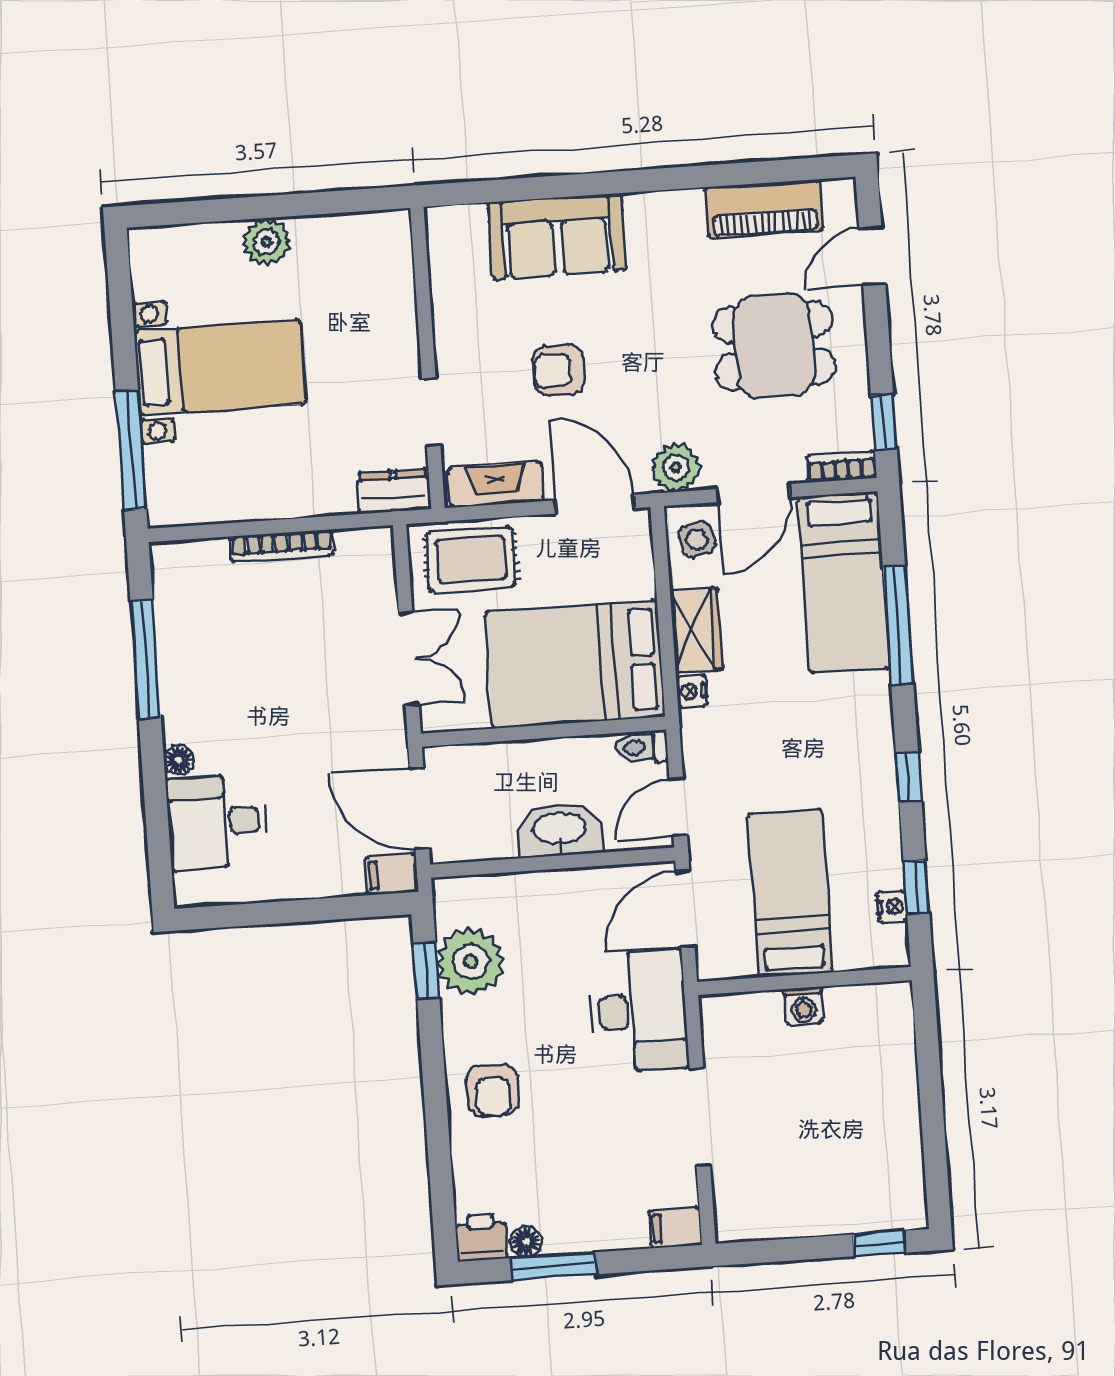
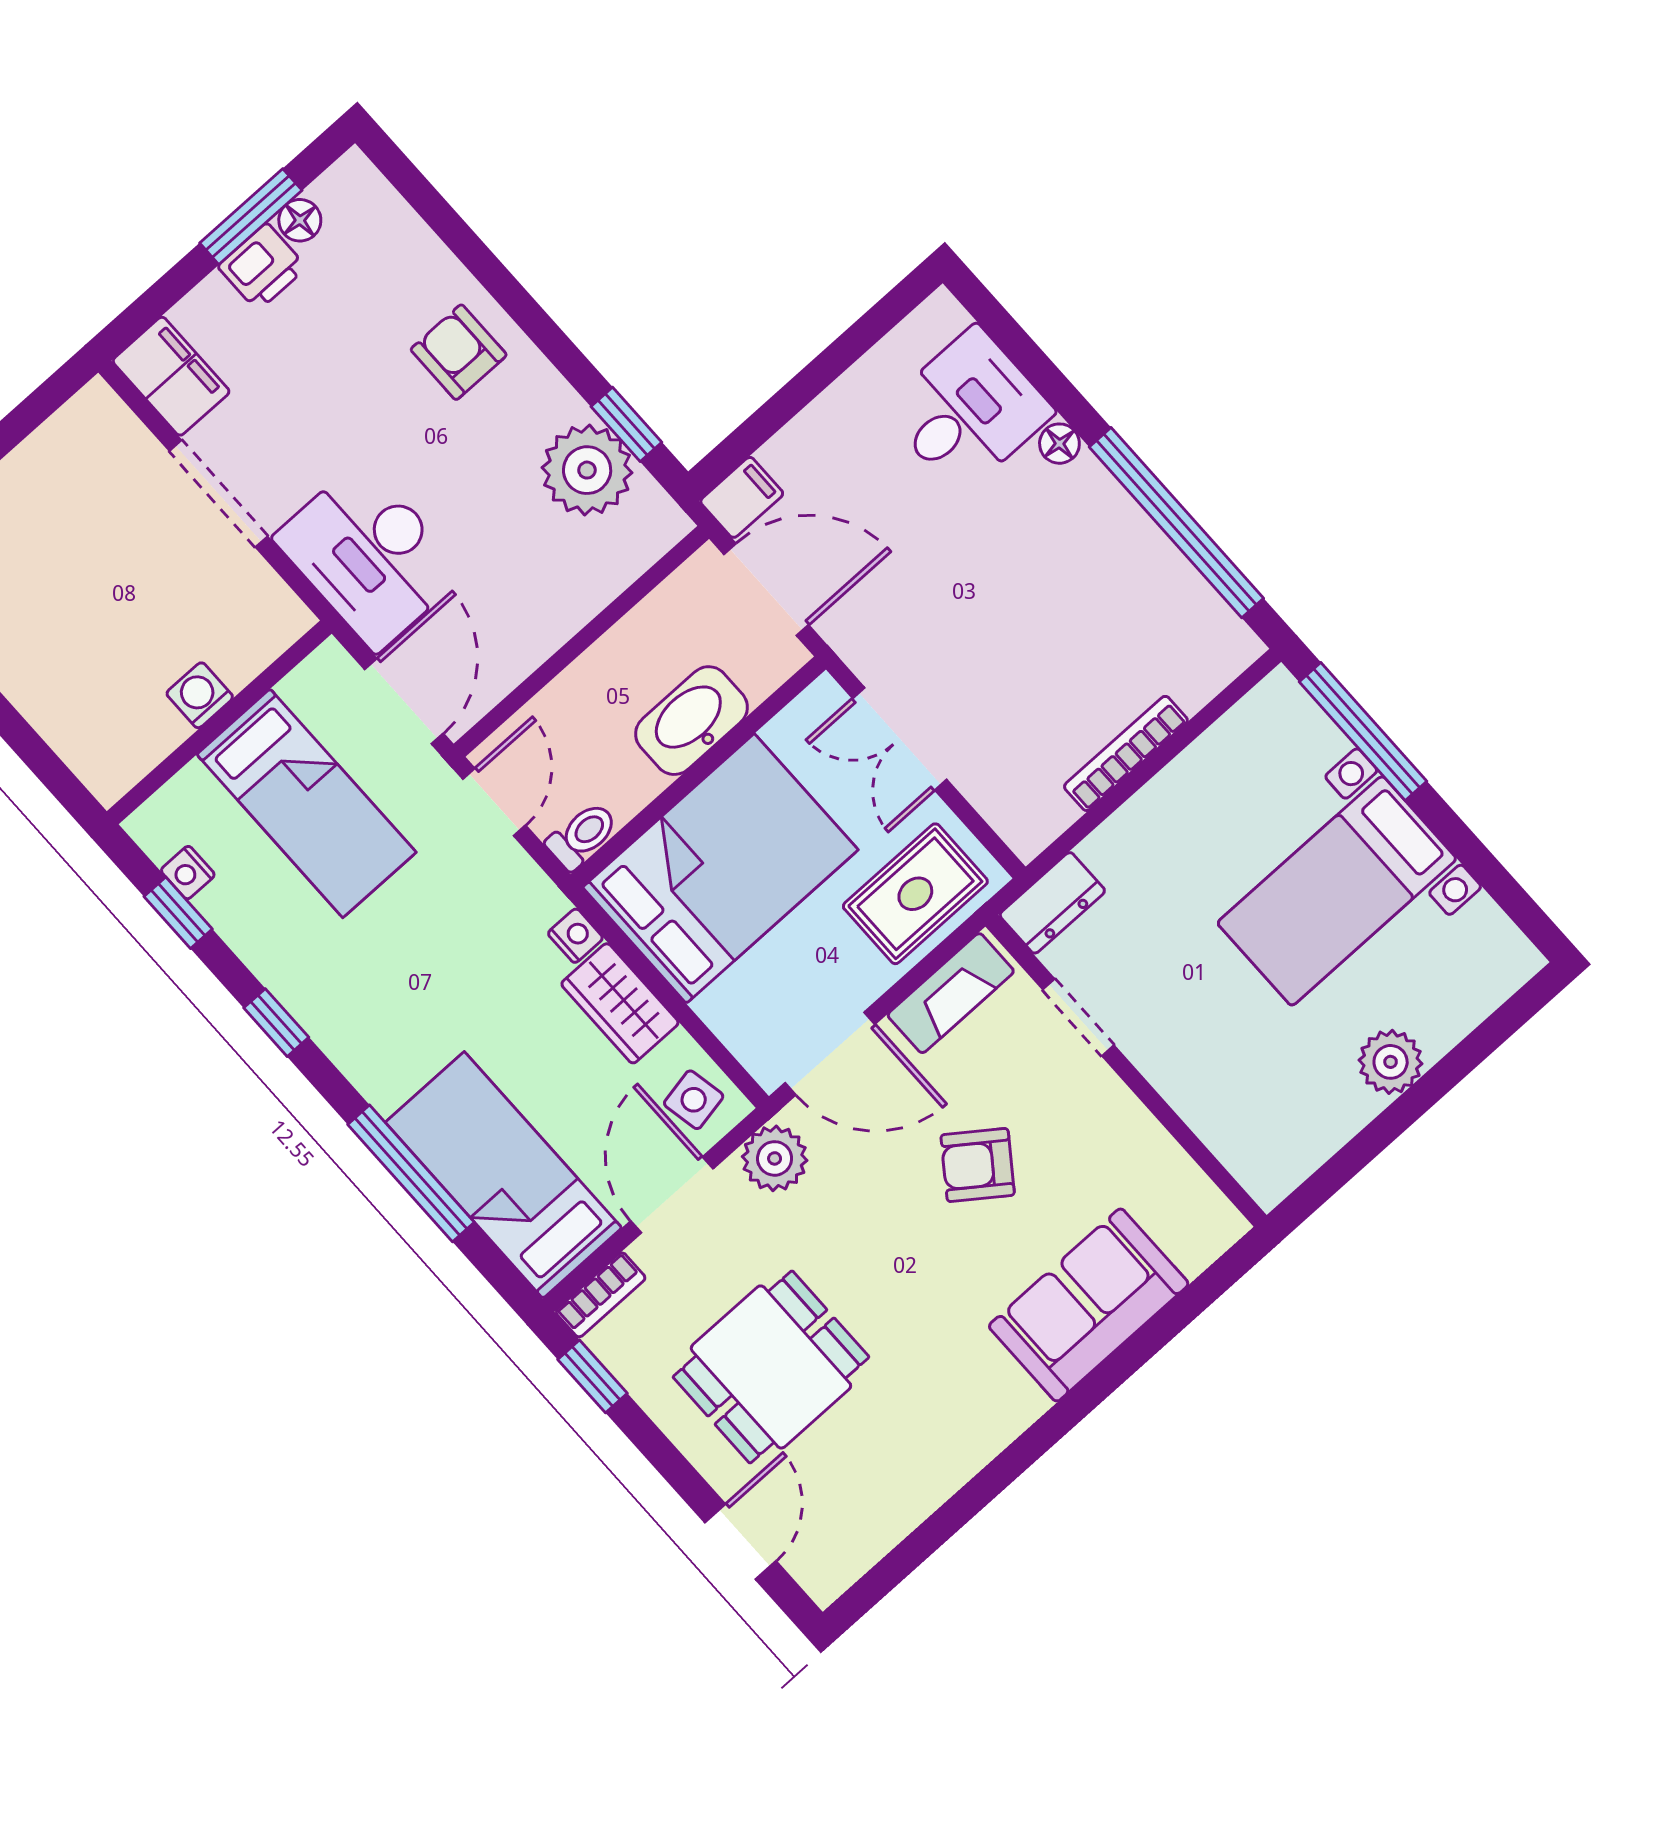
piano: (764, 209) -> (893, 1503), removed
armchair: (559, 370) -> (978, 1165), turned -144
window: (146, 660) -> (1176, 523), width x1.46
washbasin: (559, 830) -> (691, 721), moved, turned 180
filing cabinet: (675, 1227) -> (171, 376), width x2.00
printer: (481, 1237) -> (262, 267), moved

